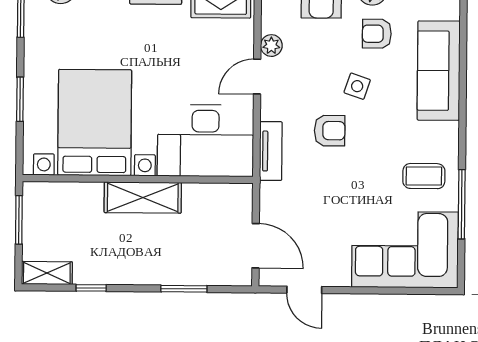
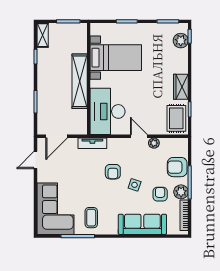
bed with nightstands: (95, 123) -> (116, 58), width x0.73
tv unit: (271, 151) -> (92, 143), moved
shelving: (143, 198) -> (80, 81), width x1.47

